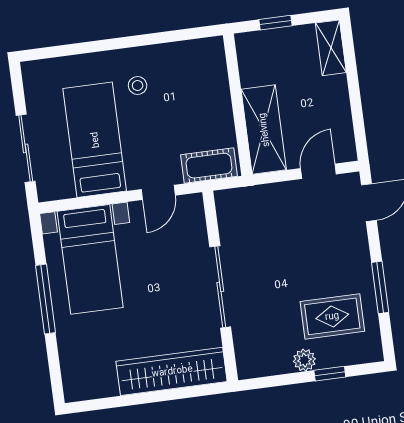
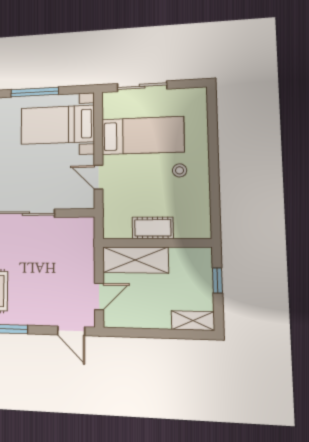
cot: (209, 166) -> (153, 228), moved, turned 90
door: (318, 171) -> (99, 297), hinge flipped

